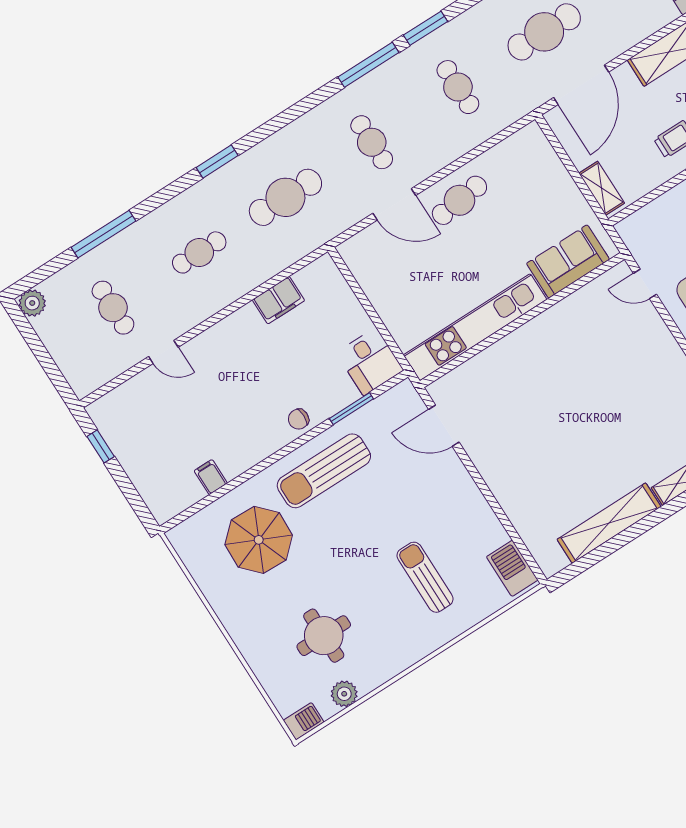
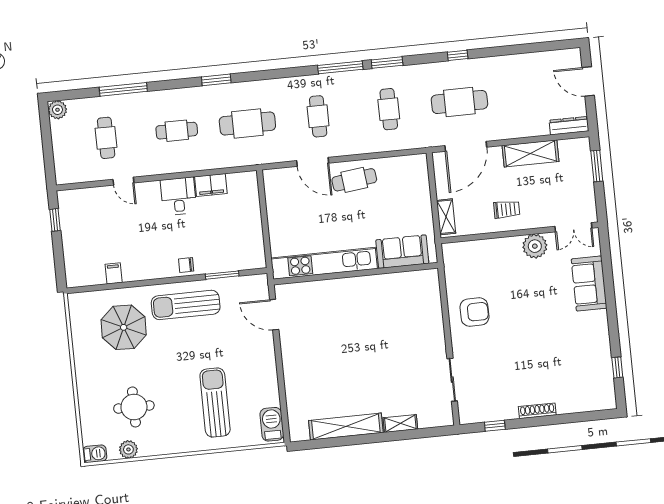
door: (645, 284) -> (443, 290), removed
desk: (370, 362) -> (179, 196), moved, turned 180
sun lounger: (425, 577) -> (215, 403), width x1.36, depth x1.34

